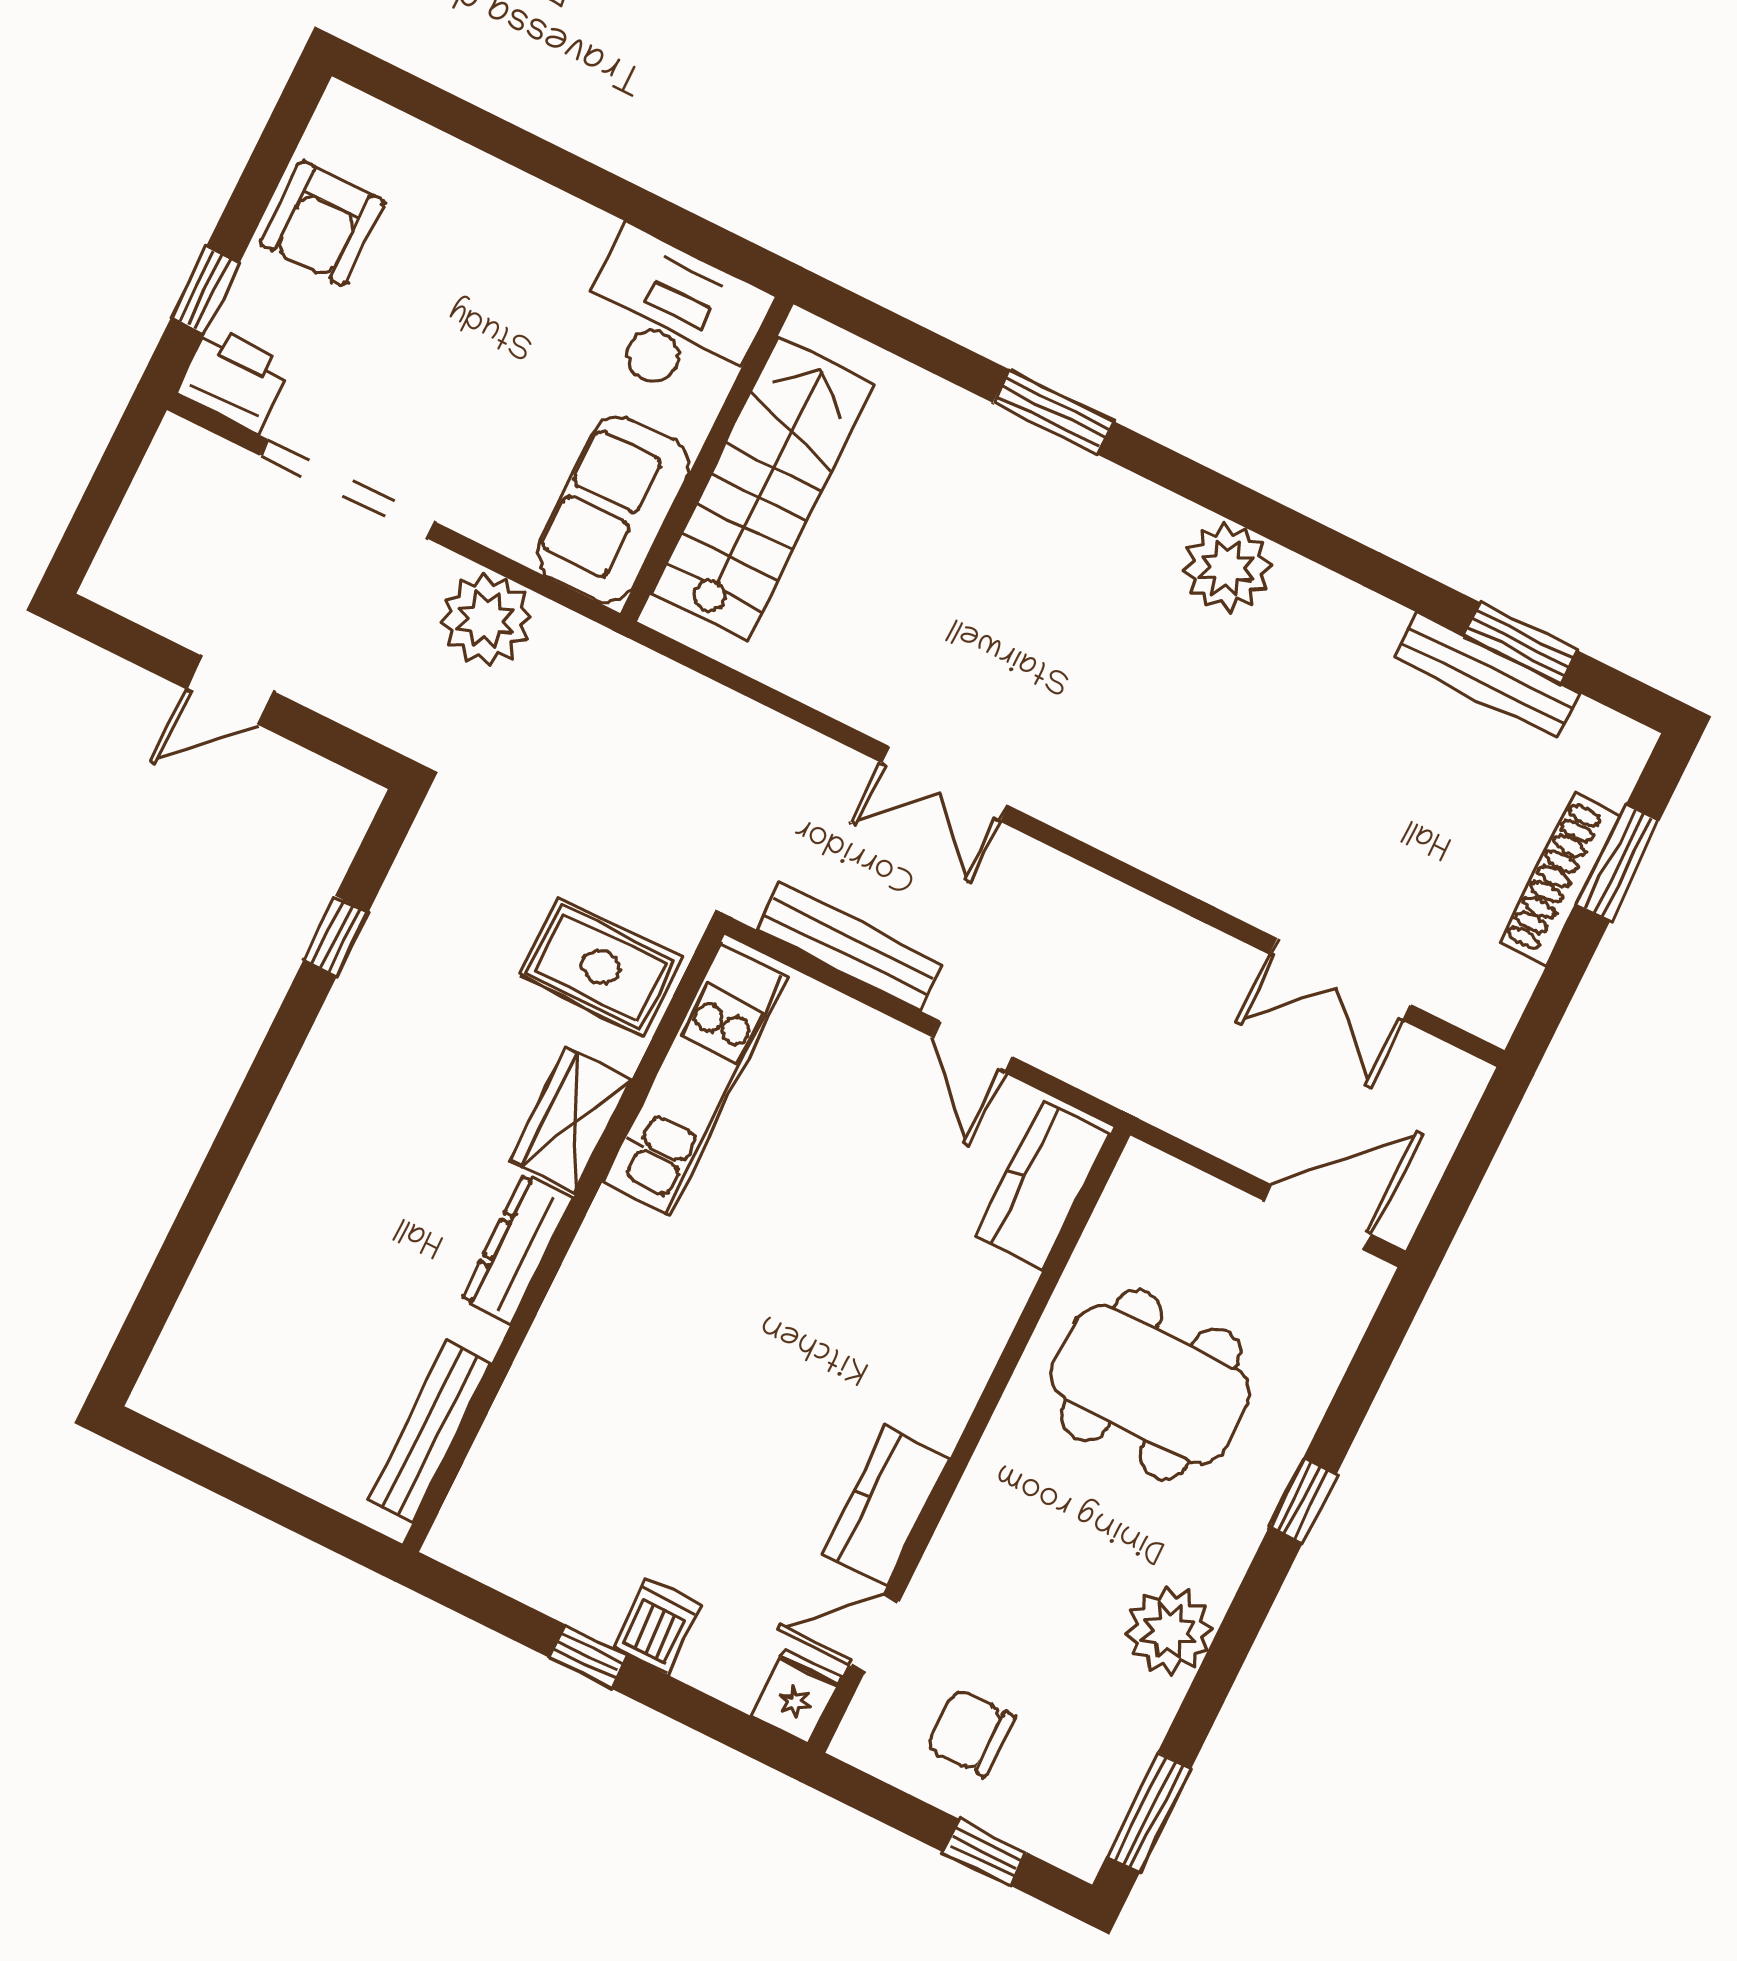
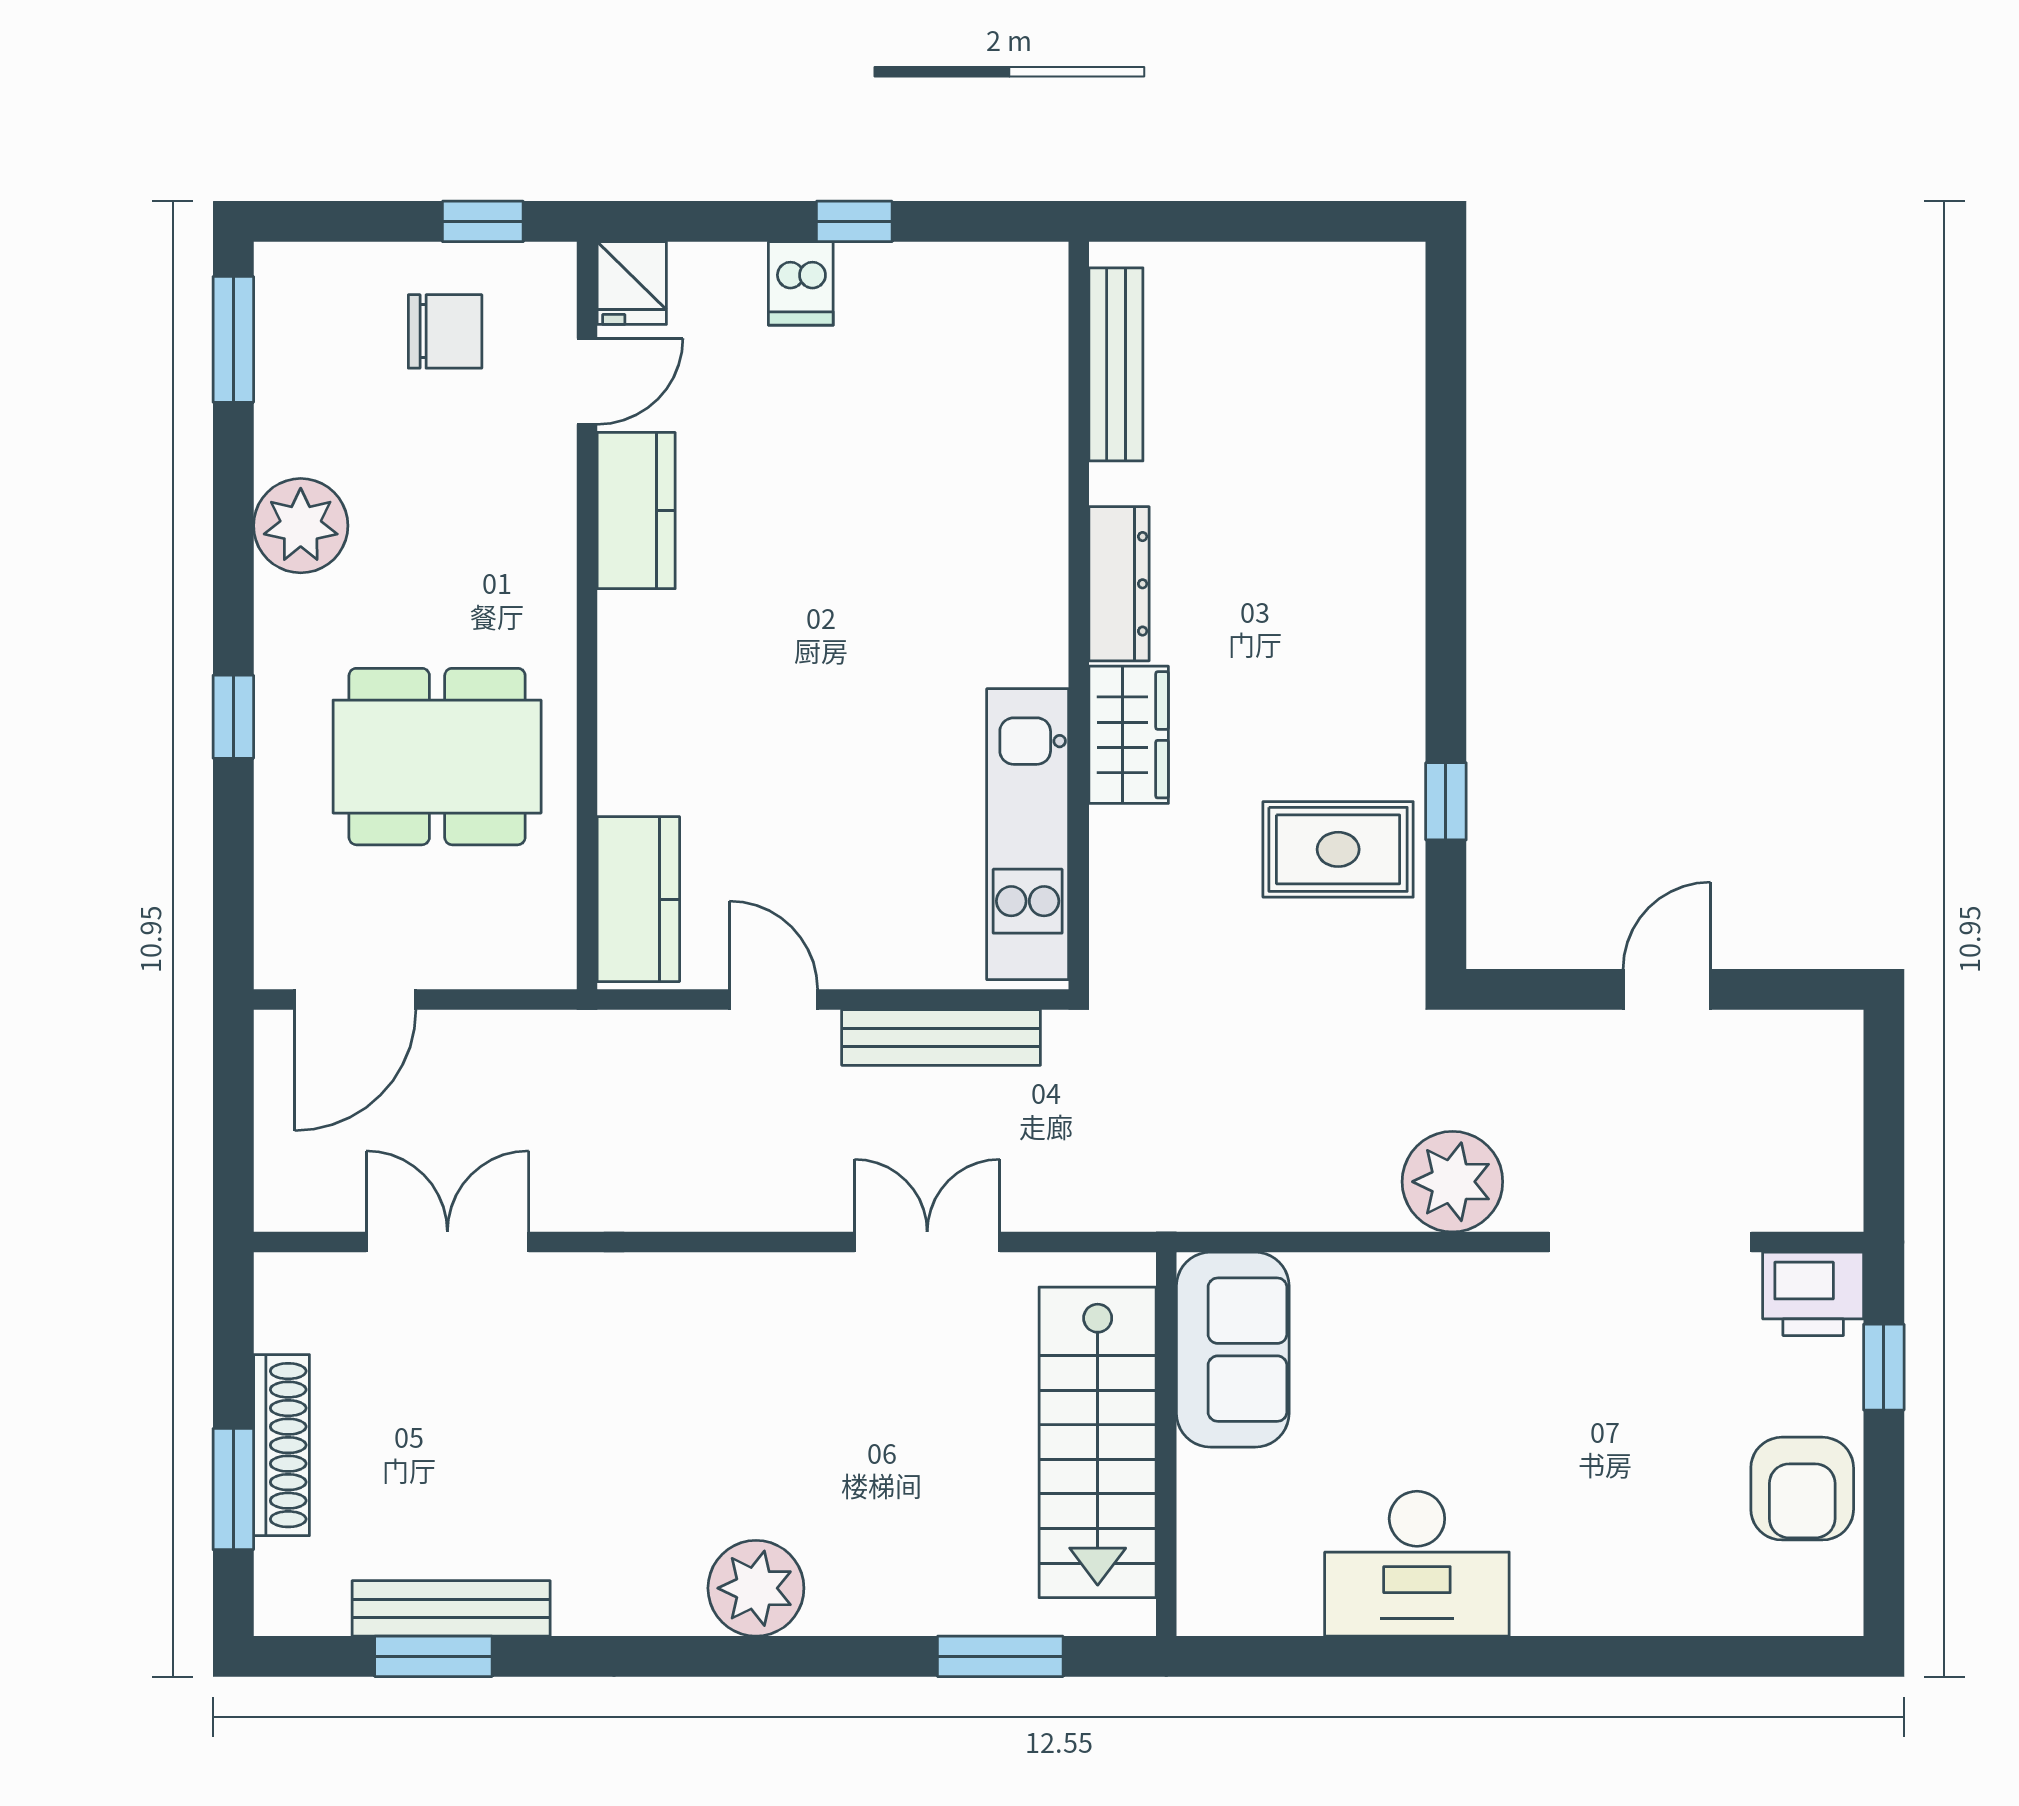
armchair: (322, 223) -> (1802, 1489), turned 180
wall: (707, 459) -> (1166, 1444), moved
stairs: (763, 488) -> (1098, 1442), moved
sofa: (613, 510) -> (1233, 1350), moved
rug: (601, 967) -> (1338, 849), moved
window: (985, 1853) -> (483, 221), moved

